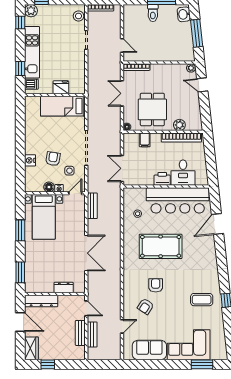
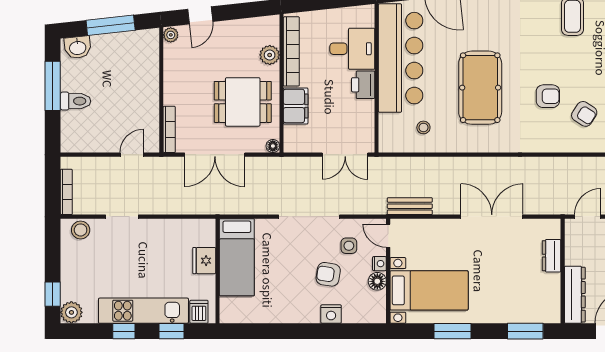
window: (20, 22) -> (124, 331), moved
double door: (122, 93) -> (215, 155), width x1.37
filing cabinet: (145, 140) -> (296, 106), width x2.00
armchair: (156, 285) -> (548, 96), turned 180

